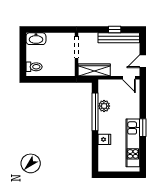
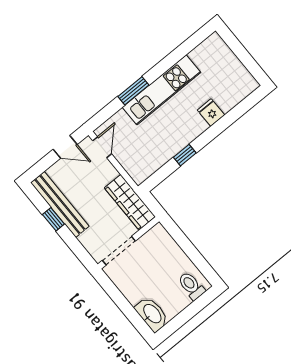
plant: (104, 106) -> (167, 150), removed
window: (95, 112) -> (185, 155), width x0.32
window: (143, 128) -> (133, 91), moved
kitchen unit: (133, 143) -> (162, 90), moved

